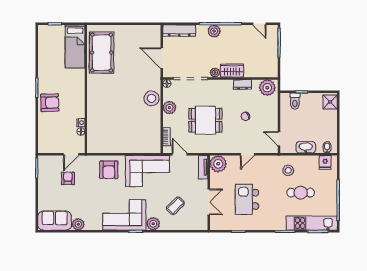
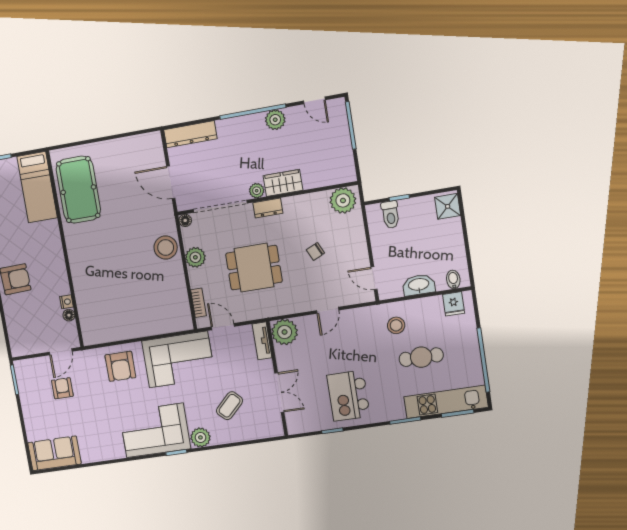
plant: (214, 31) -> (275, 120), moved
dresser: (243, 84) -> (268, 208), moved
kitchen island: (247, 199) -> (348, 396), moved
plant: (78, 224) -> (90, 454), removed

